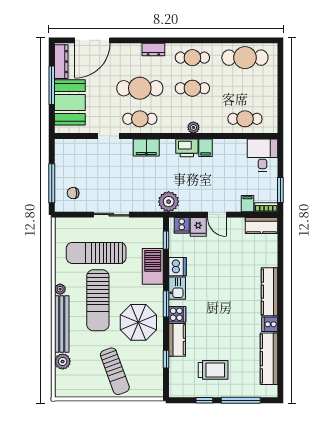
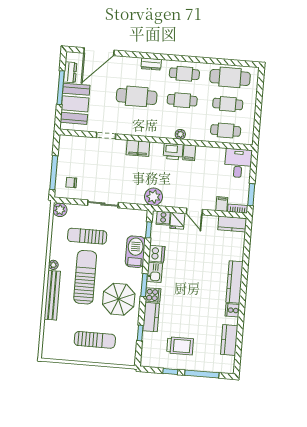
dresser: (61, 62) -> (70, 72), width x0.70
cafe table: (140, 119) -> (228, 104), moved
sun lounger: (96, 253) -> (87, 236), width x0.73, depth x0.75
sun lounger: (98, 300) -> (85, 277), turned 180
kitchen counter: (269, 359) -> (229, 340), width x0.67
plant: (63, 361) -> (60, 210), moved
sun lounger: (115, 371) -> (95, 340), turned -70

